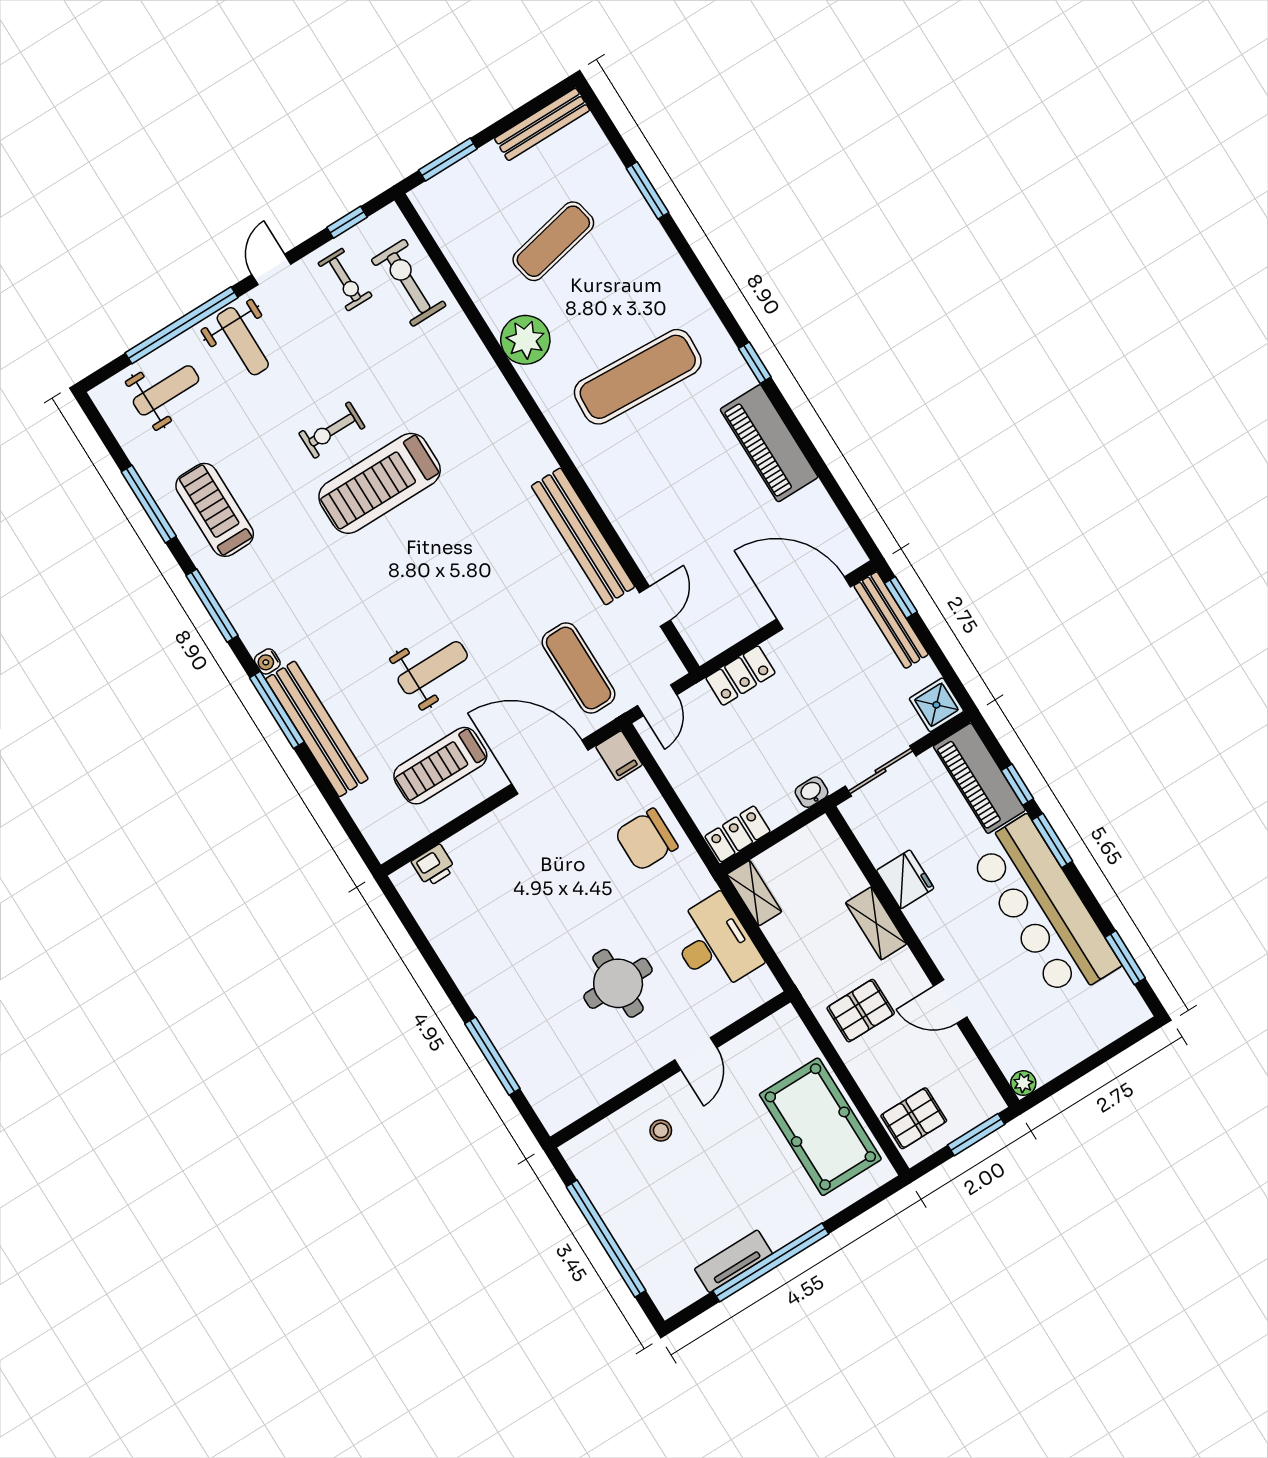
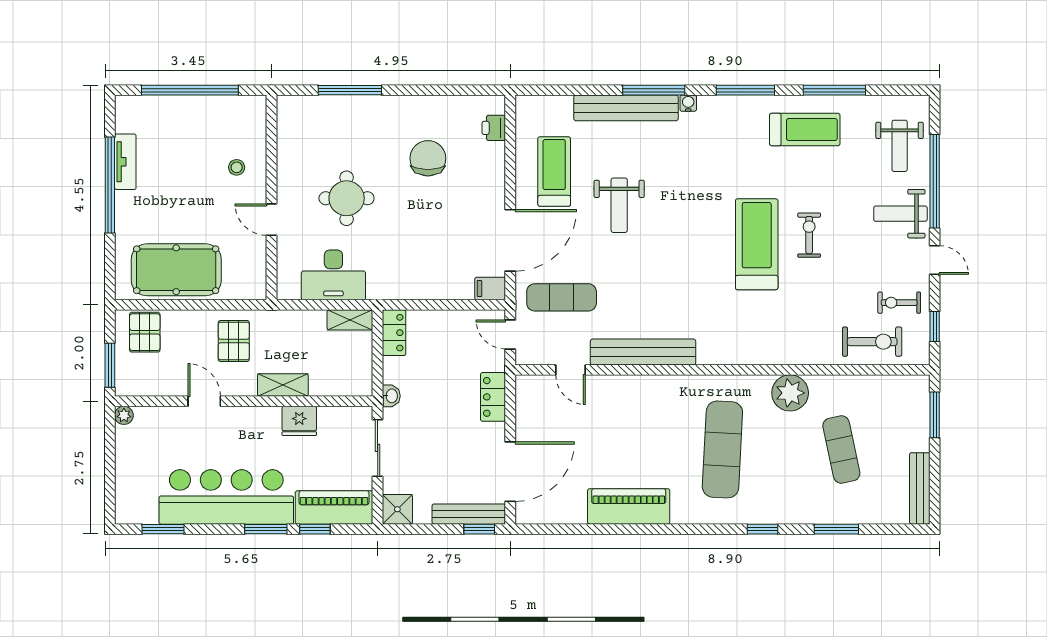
window: (755, 363) -> (763, 529), moved
chair: (646, 840) -> (428, 158), moved
door: (950, 1002) -> (204, 401), hinge flipped

